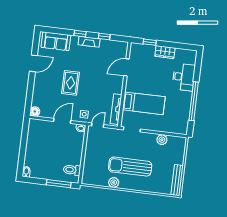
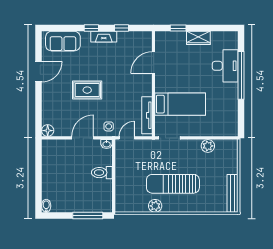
rug: (71, 83) -> (87, 90), turned 90
window: (194, 101) -> (241, 75), moved
toilet: (72, 170) -> (102, 173), moved

